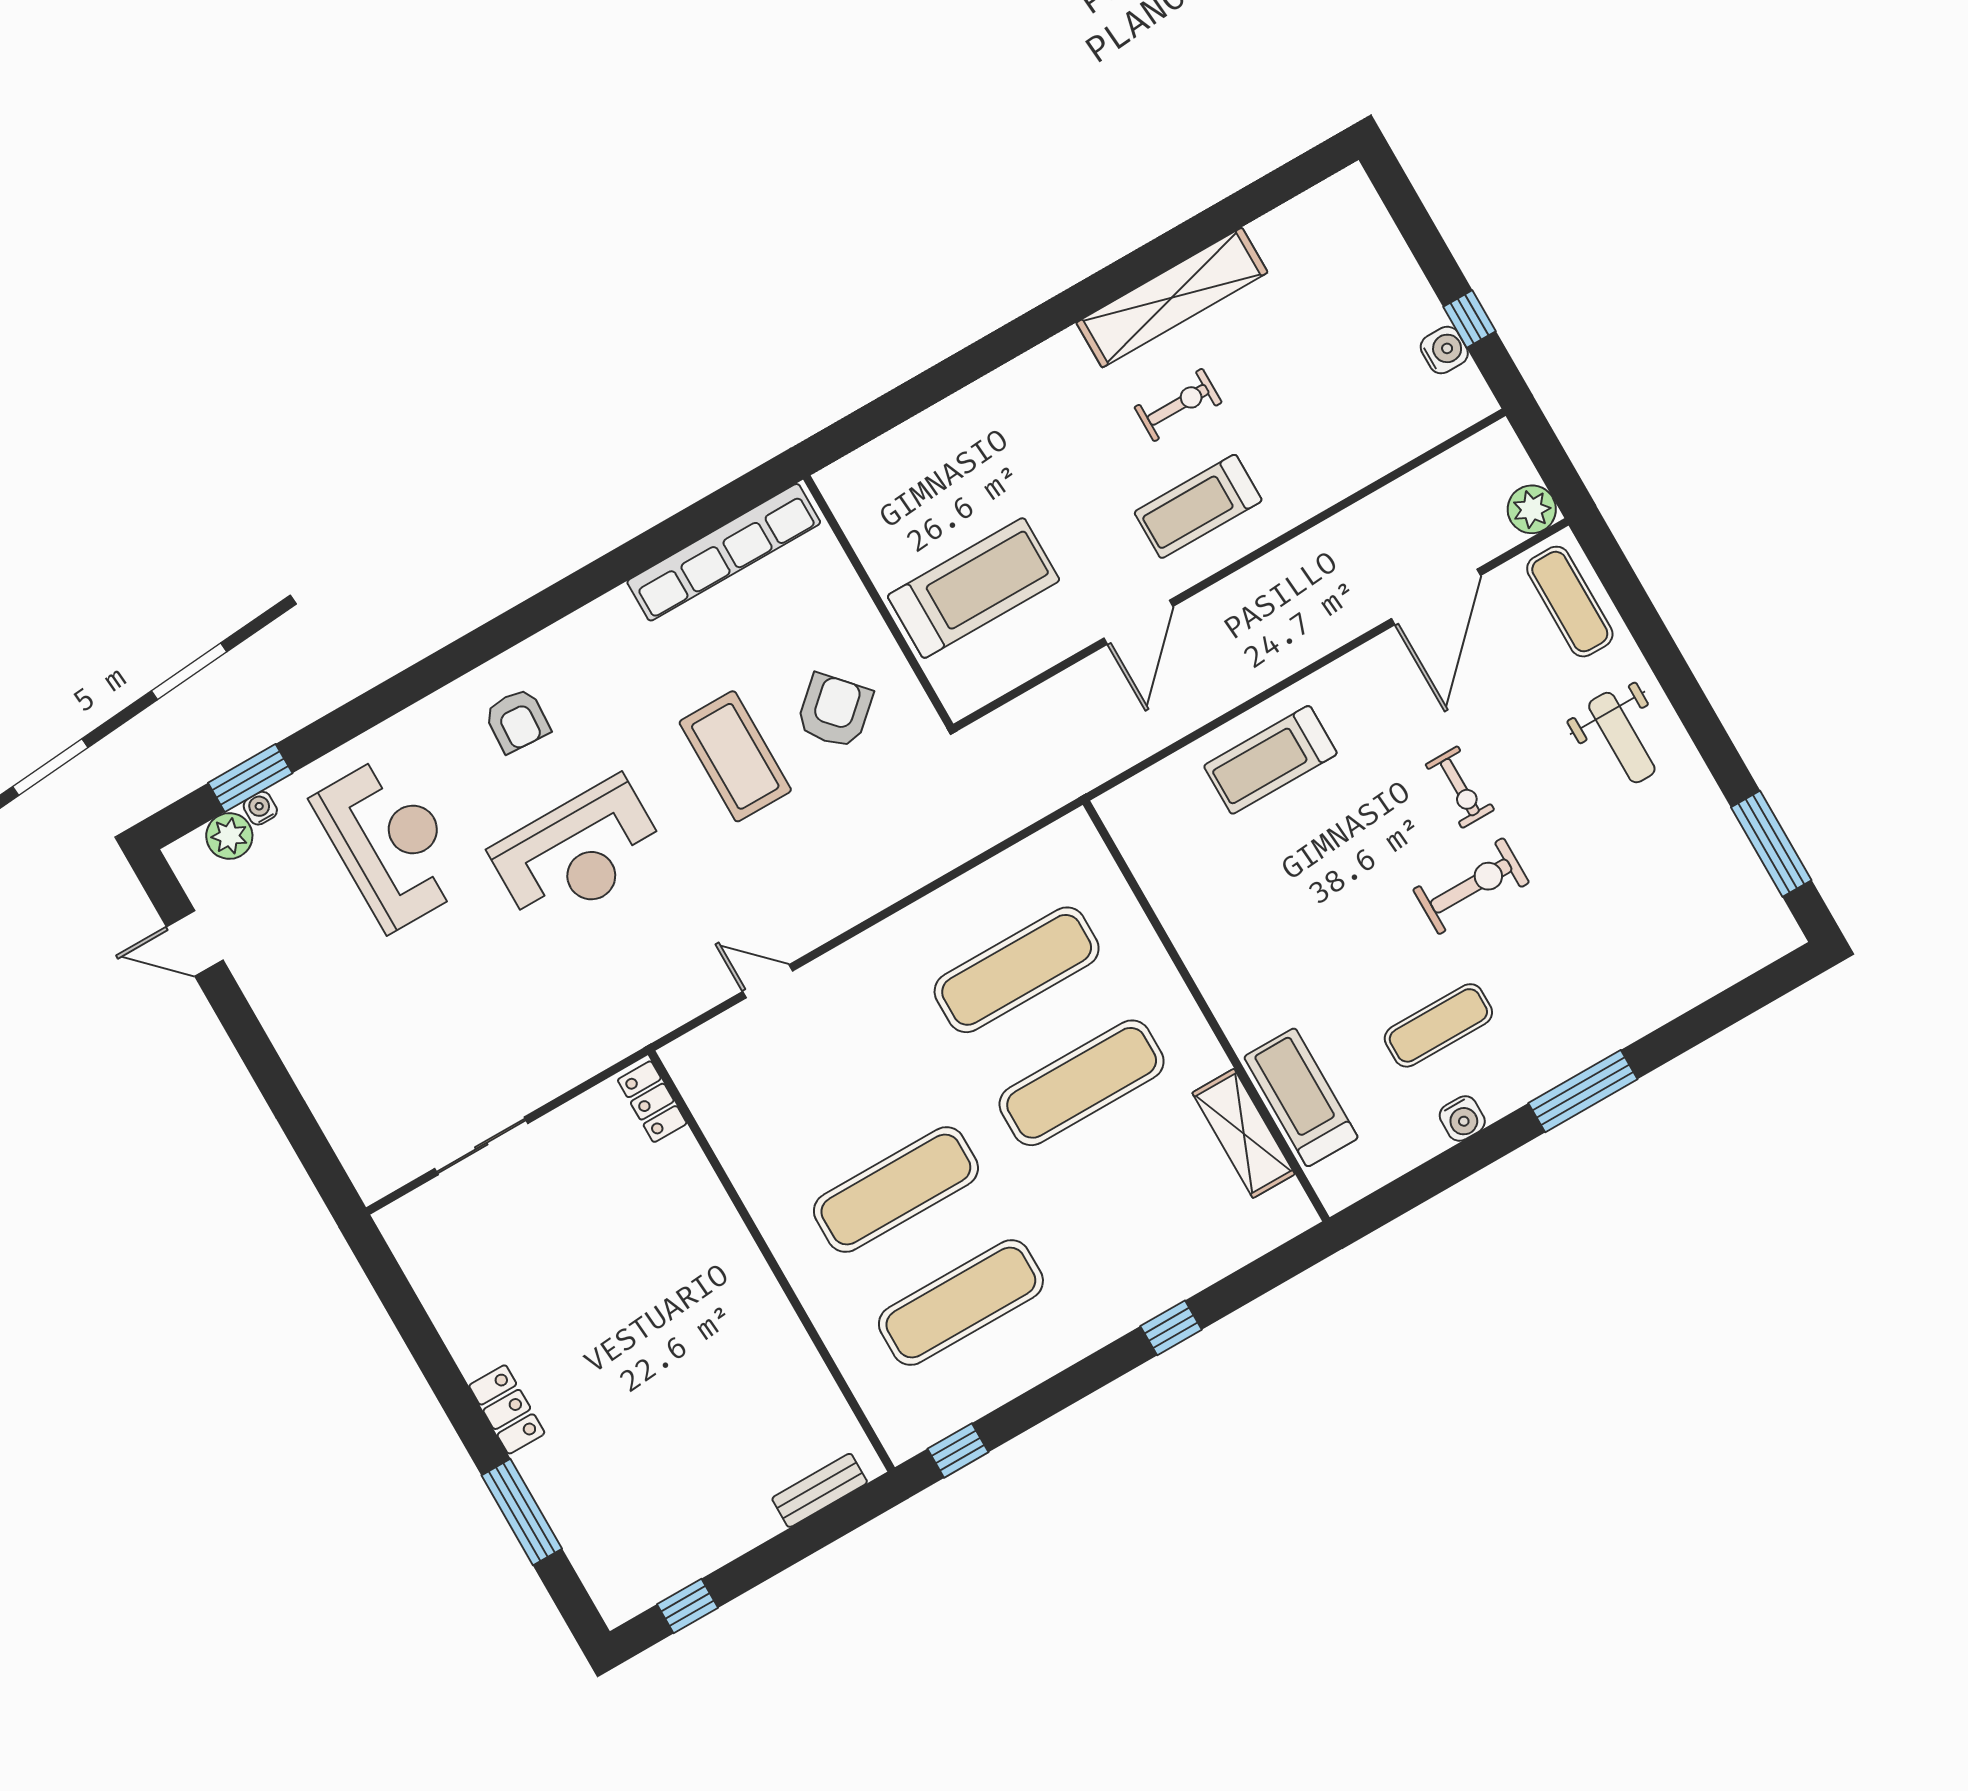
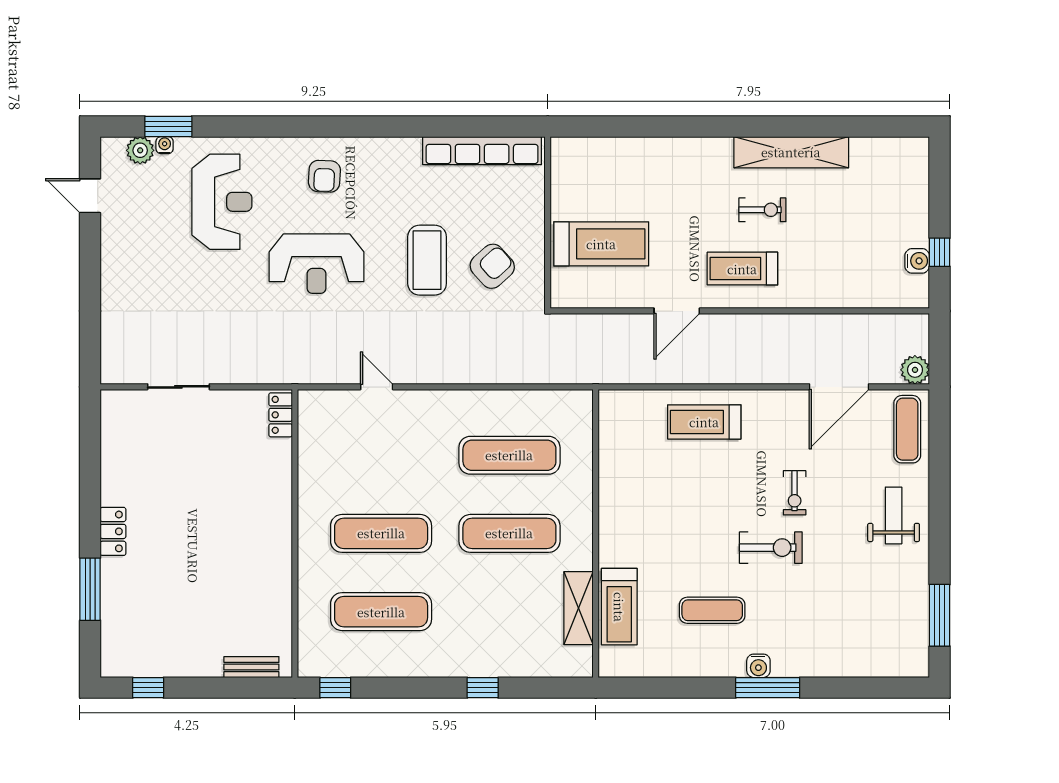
weight bench: (1622, 738) -> (894, 515), turned 180
treadmill: (1301, 1097) -> (619, 607), turned 180
water cooler: (1462, 1118) -> (758, 666), moved

